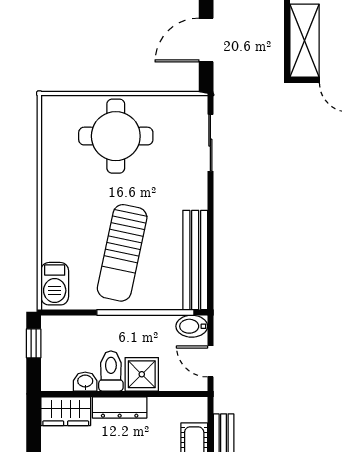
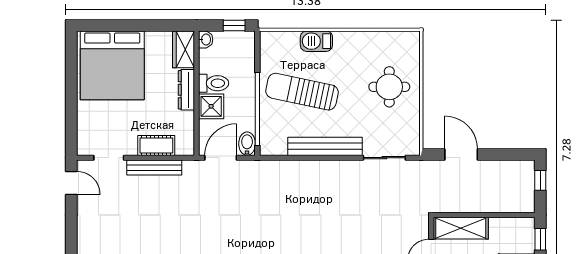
round table: (116, 136) -> (389, 87), width x0.73, depth x0.73
bench: (195, 260) -> (325, 146), moved
barbecue: (55, 284) -> (316, 41), moved
door: (210, 361) -> (221, 158), width x1.38
washbasin: (85, 382) -> (206, 40), moved

